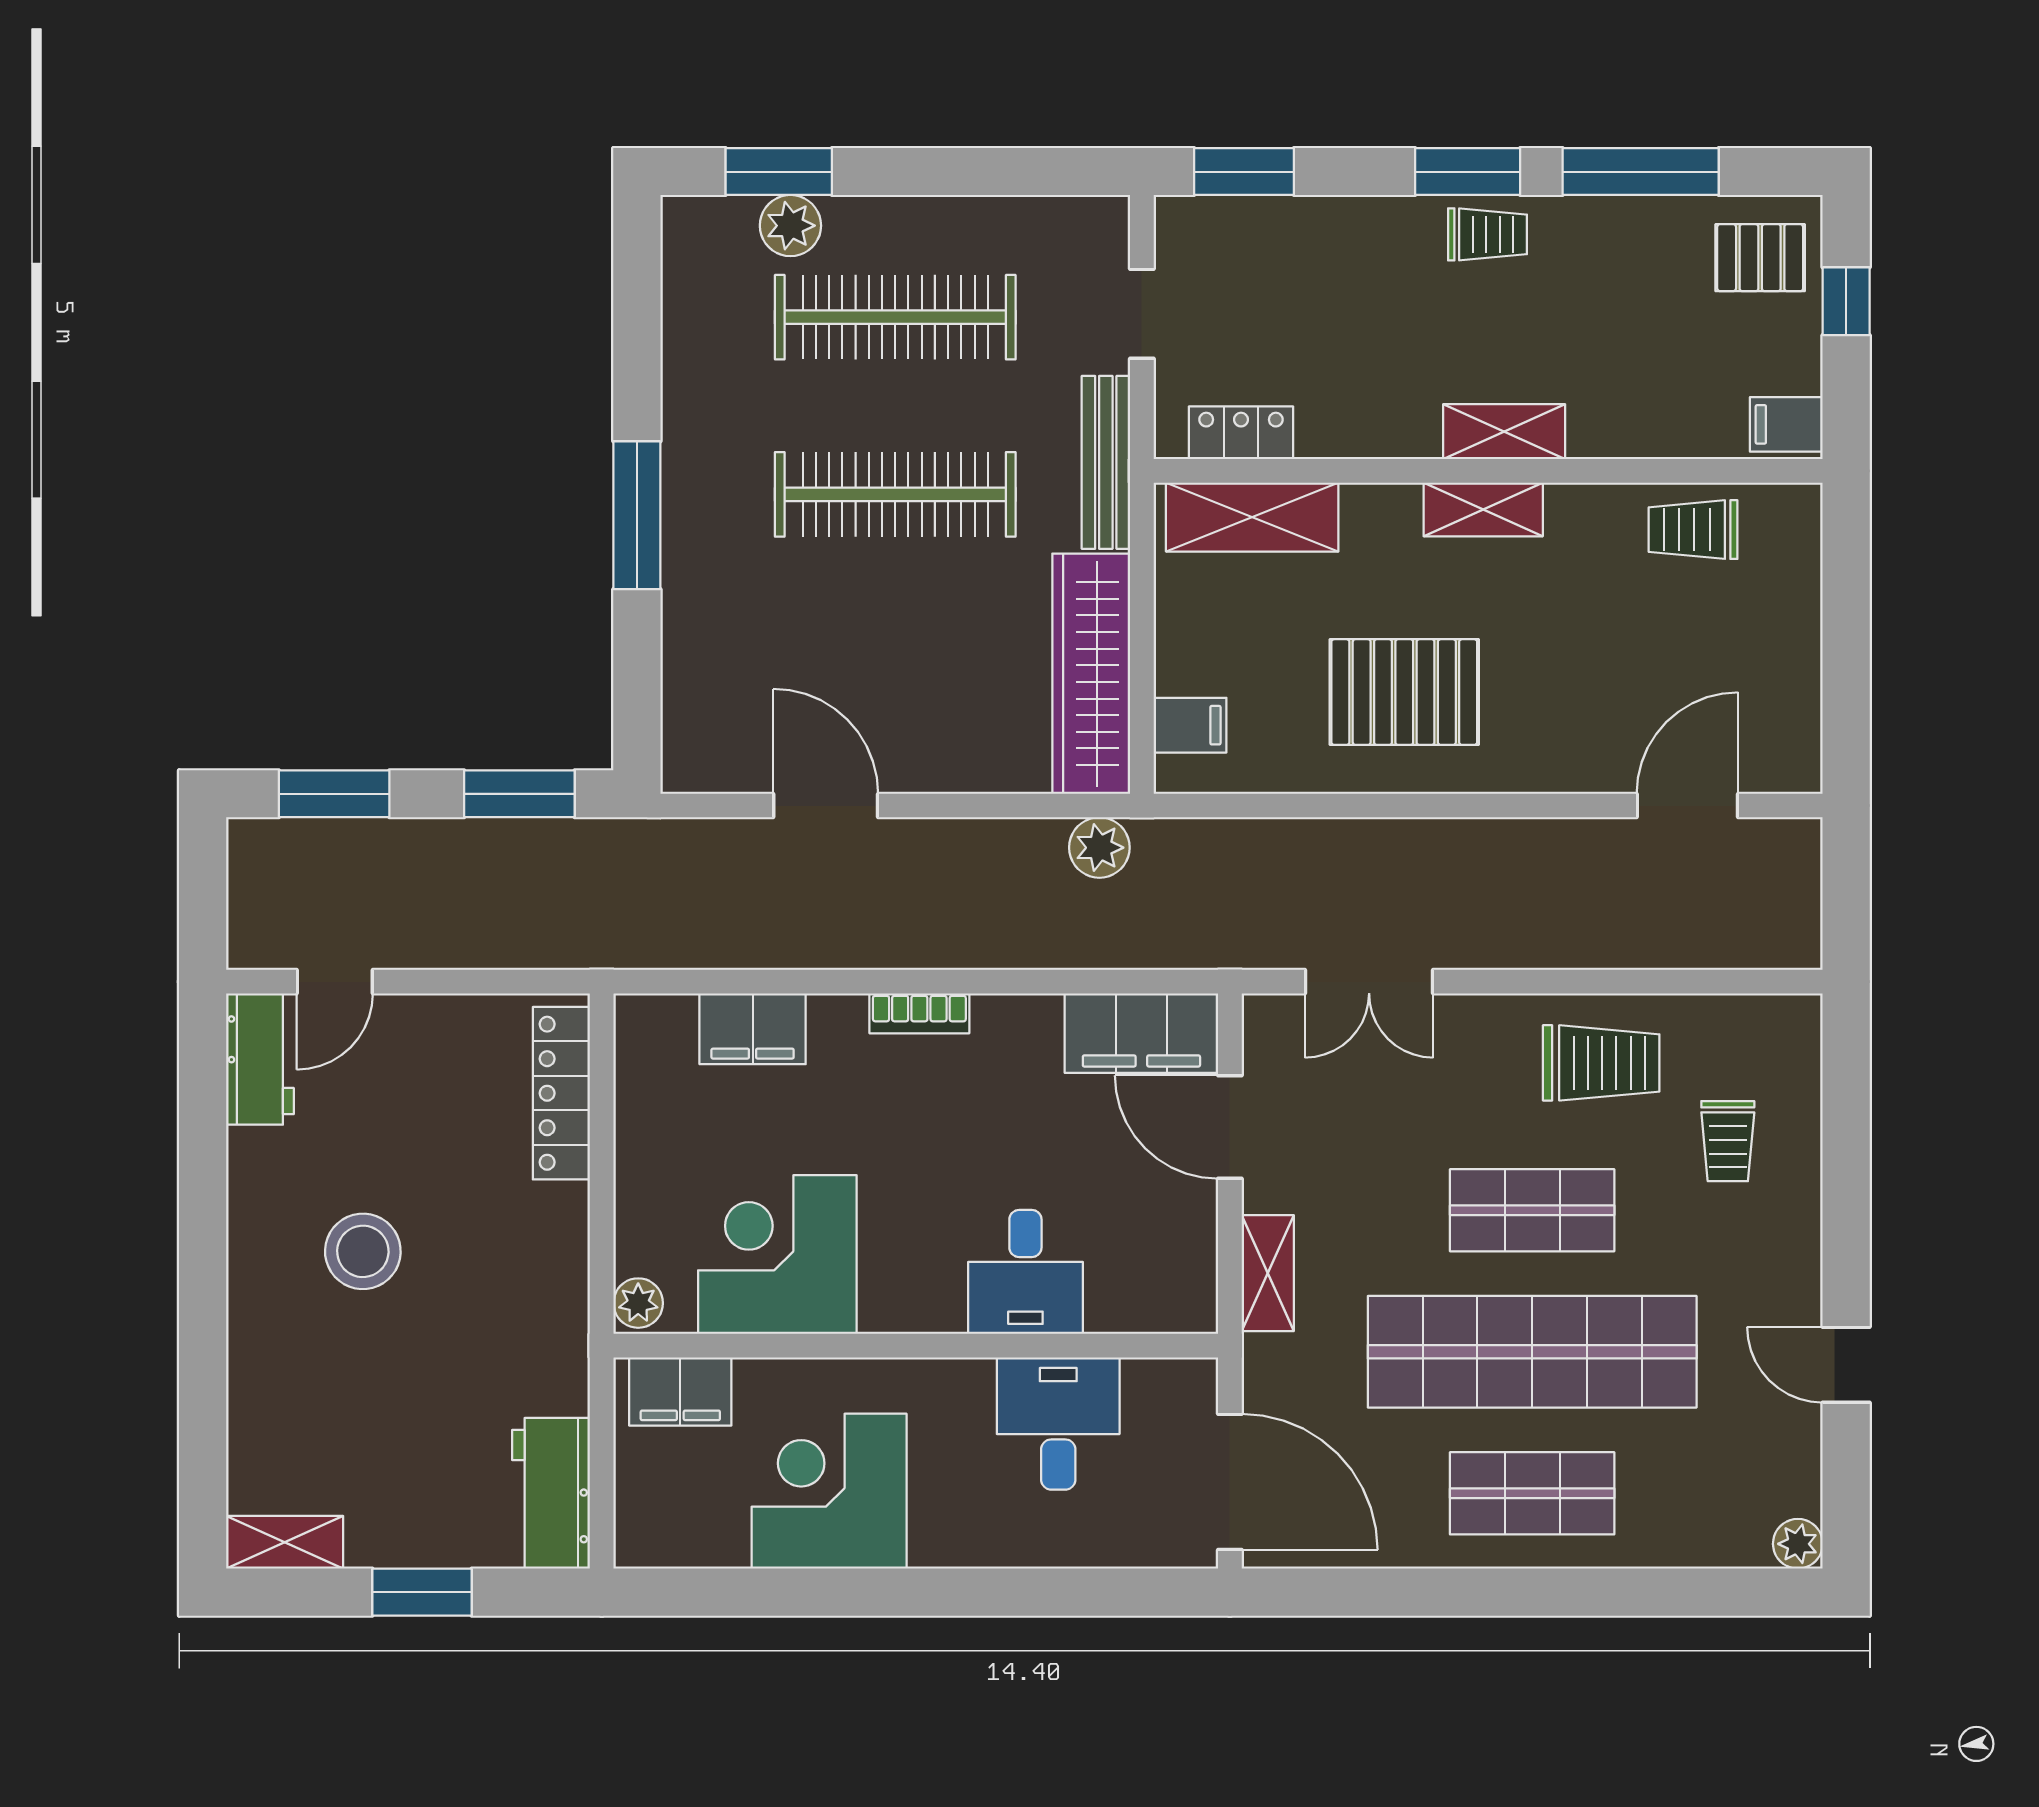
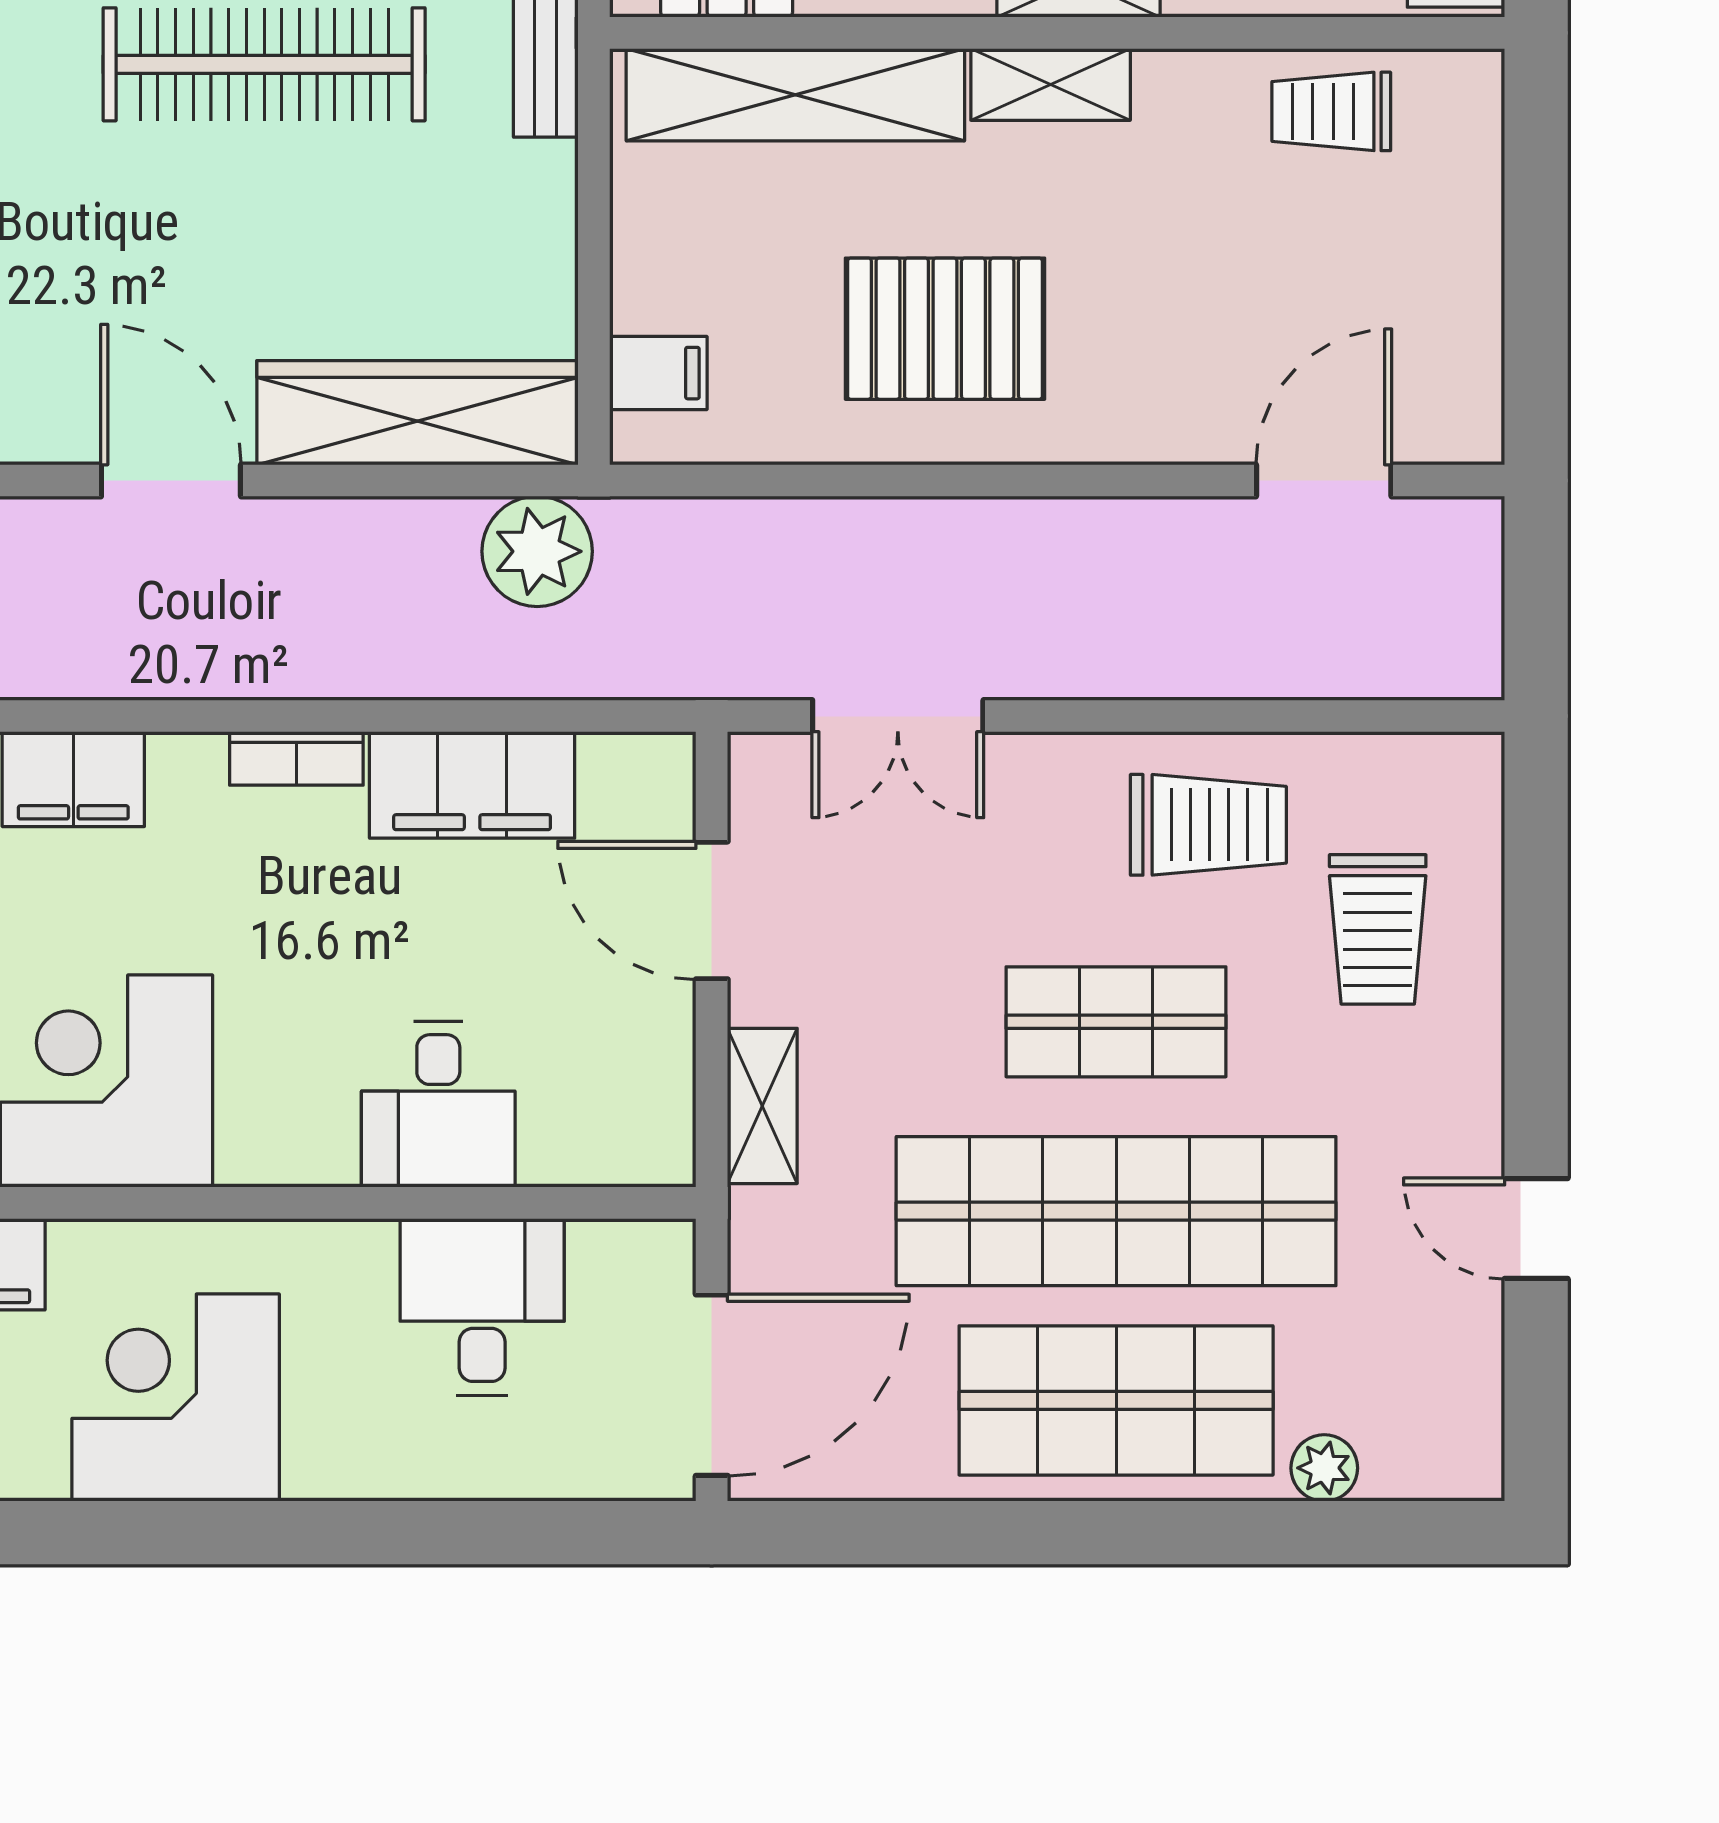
shelving: (1252, 517) -> (795, 95), width x1.47
wardrobe: (1091, 674) -> (418, 413), moved, turned 90
plant: (1099, 848) -> (537, 551), width x1.36, depth x1.36
filing cabinet: (1141, 1033) -> (472, 785), moved
trolley: (1728, 1141) -> (1378, 929), width x1.36, depth x1.39
door: (1230, 1482) -> (712, 1385), hinge flipped
shop shelf: (1532, 1493) -> (1116, 1400), width x1.43, depth x1.36
plant: (1798, 1544) -> (1324, 1468), moved

